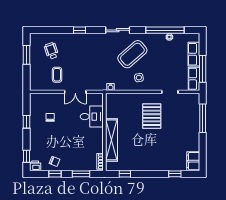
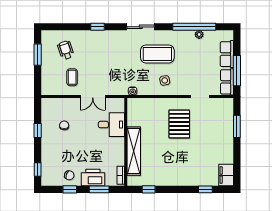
coffee table: (132, 54) -> (157, 54), turned 41
window: (203, 118) -> (237, 126), width x0.69
printer: (35, 166) -> (93, 178), moved, width x1.87, depth x1.48

